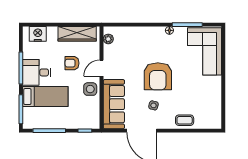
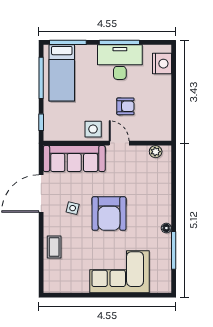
wardrobe: (77, 34) -> (162, 113), removed
corner sofa: (204, 51) -> (120, 272), moved
armchair: (72, 63) -> (125, 106), turned 90
desk: (37, 72) -> (120, 62), width x1.37
armchair: (158, 76) -> (109, 214), turned -90
bed: (45, 97) -> (62, 73), moved

